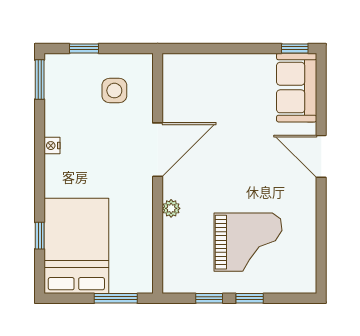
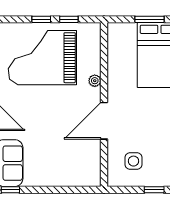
grand piano: (248, 242) -> (42, 58), width x1.37, depth x1.48
window: (116, 298) -> (150, 19), moved

